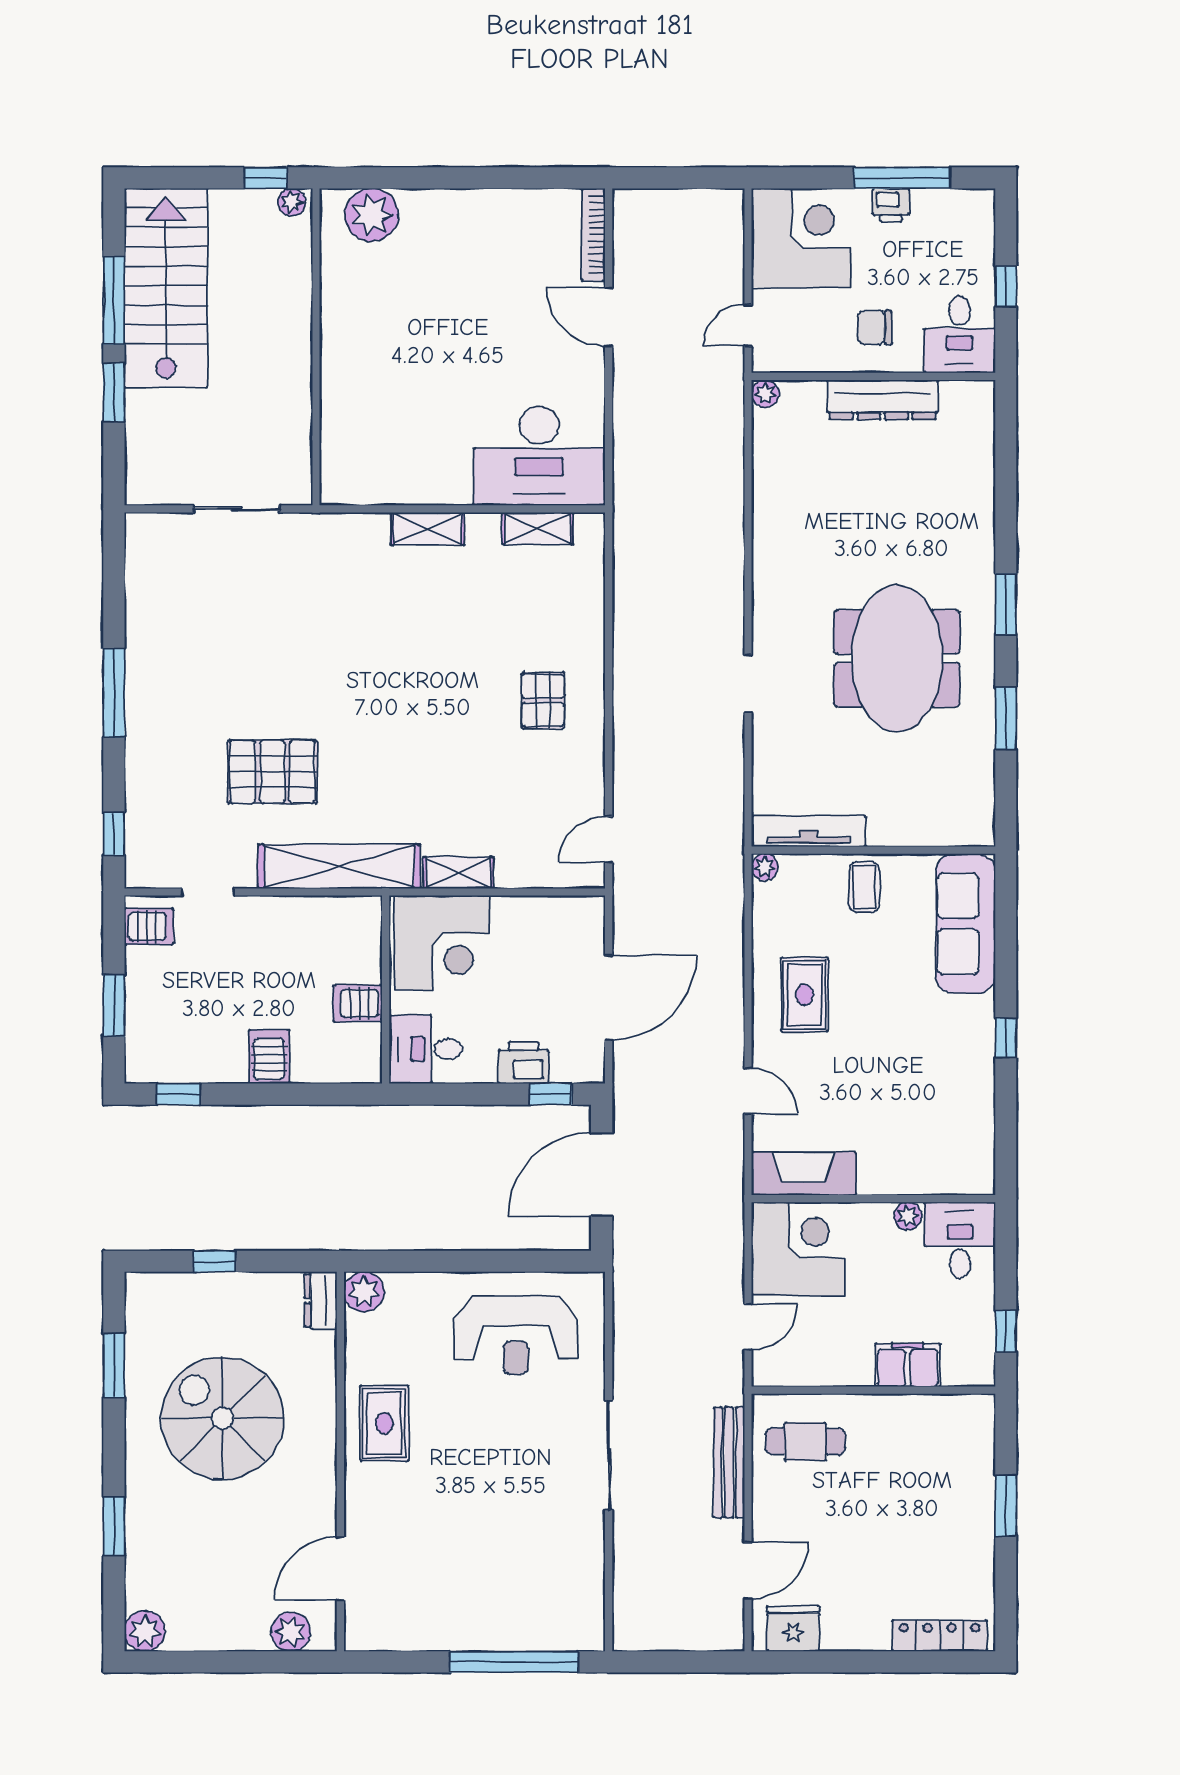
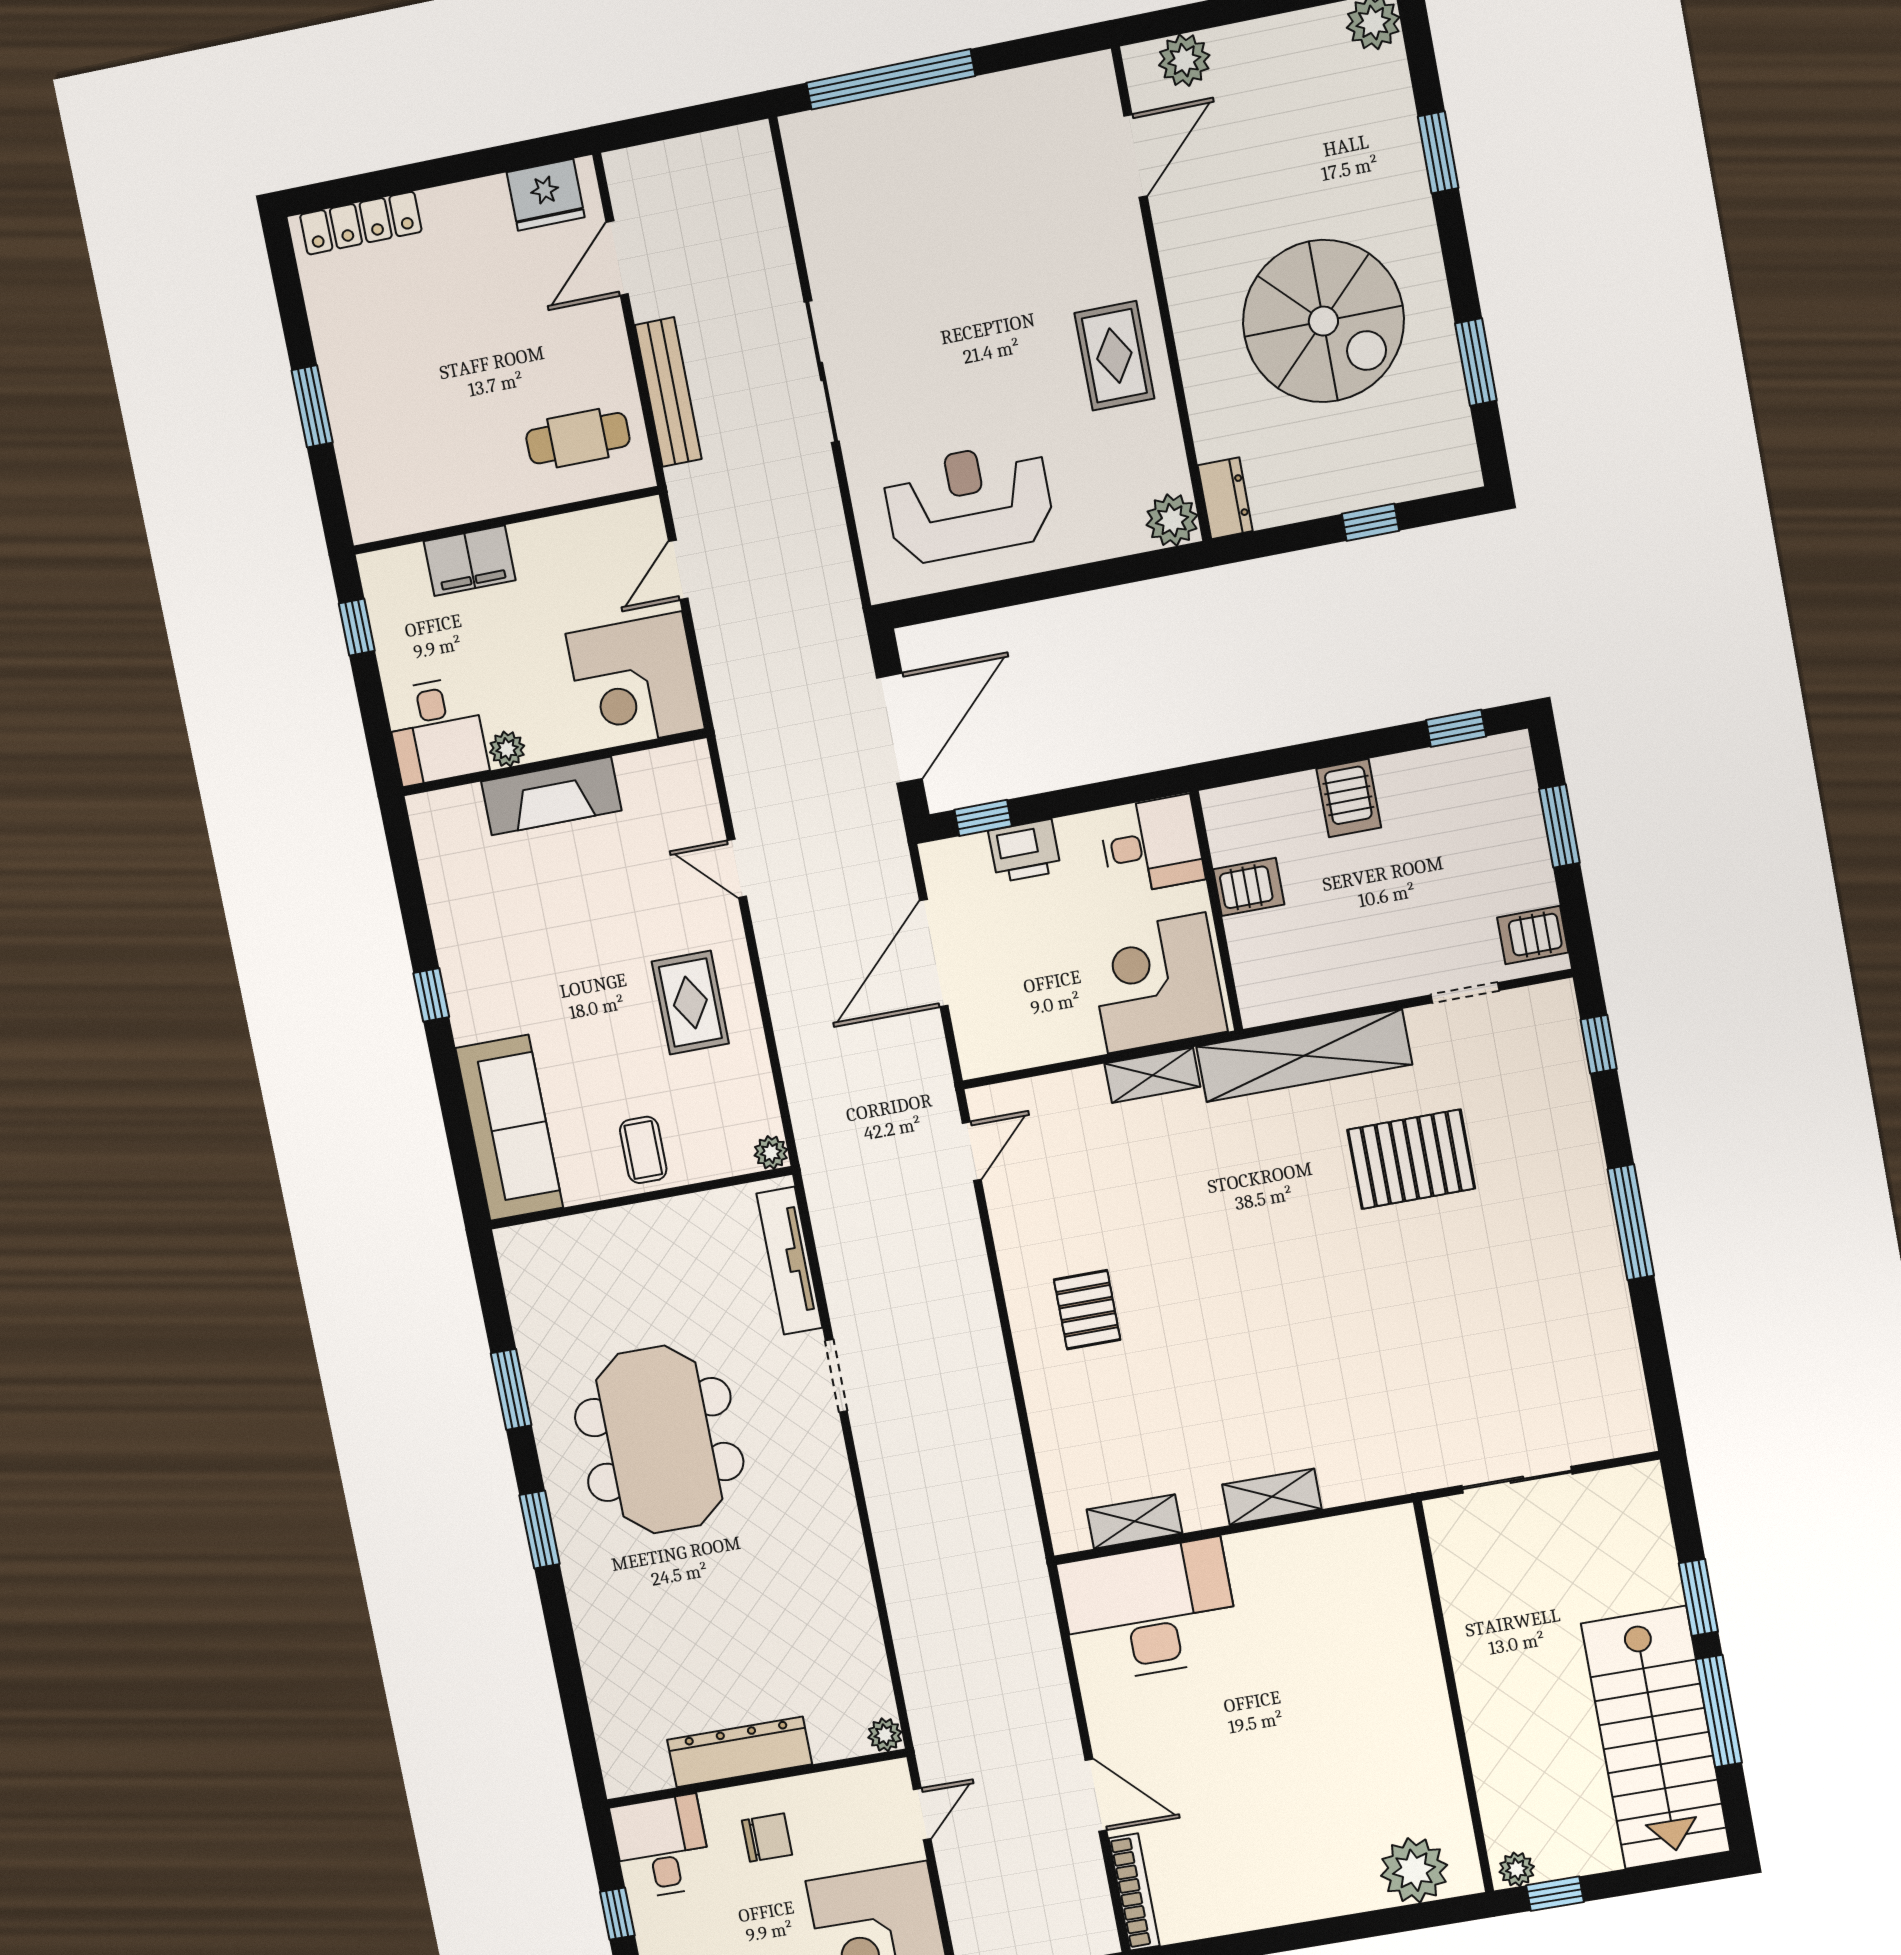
tv unit: (809, 831) -> (789, 1261), moved, turned 90
fireplace: (804, 1174) -> (551, 796), moved

